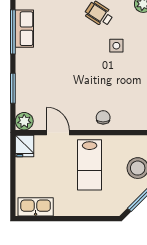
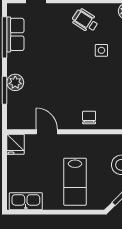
plant: (24, 121) -> (15, 82), moved
lab bench: (90, 165) -> (75, 182), moved

